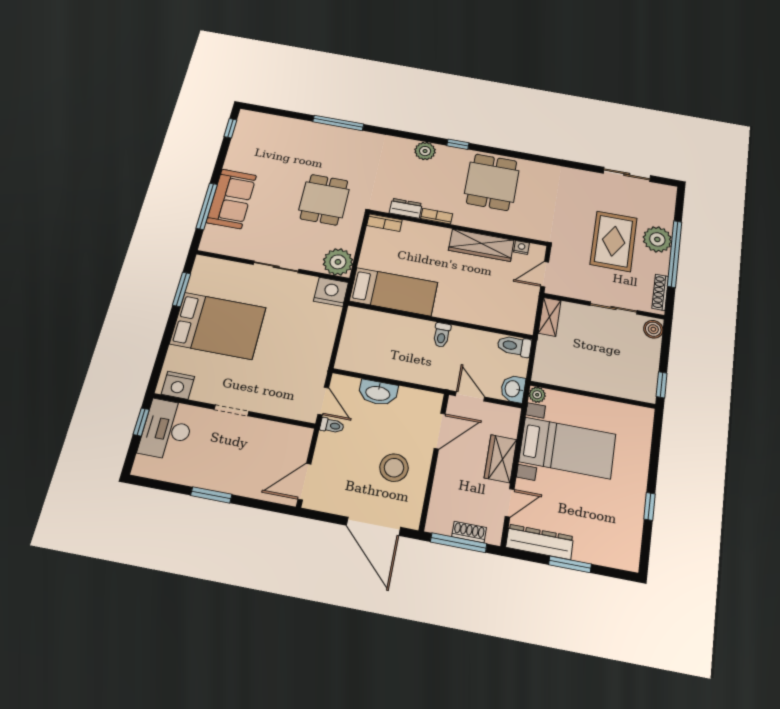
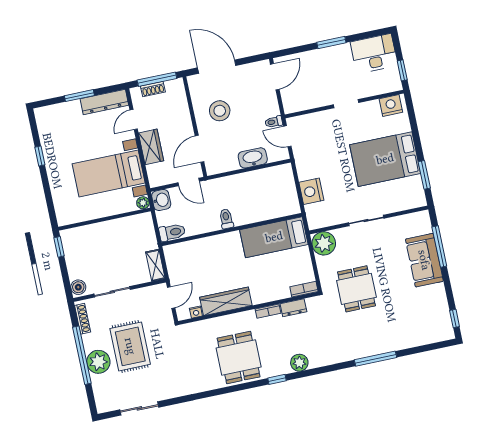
nightstand: (331, 292) -> (311, 191), moved, turned 90
desk: (167, 430) -> (374, 54), moved, turned -90

